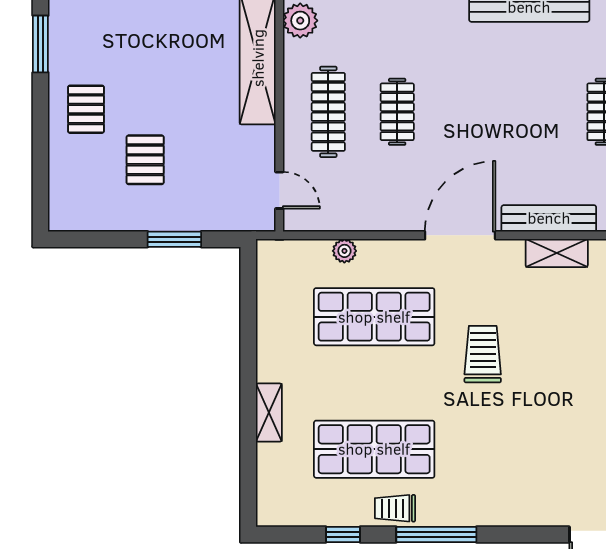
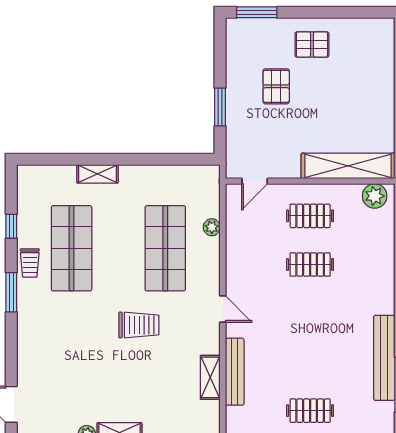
window: (40, 44) -> (257, 12), moved
clothes rail: (328, 112) -> (310, 216), width x0.73
pallet: (145, 160) -> (276, 86), turned 90
door: (460, 235) -> (223, 309), width x0.53
trolley: (395, 508) -> (30, 263), turned 180
window: (436, 534) -> (11, 292), width x0.69

